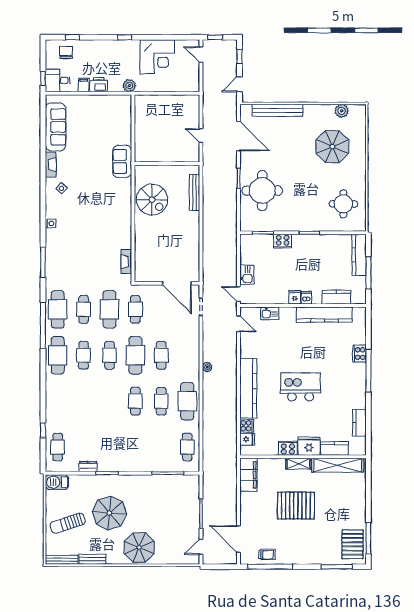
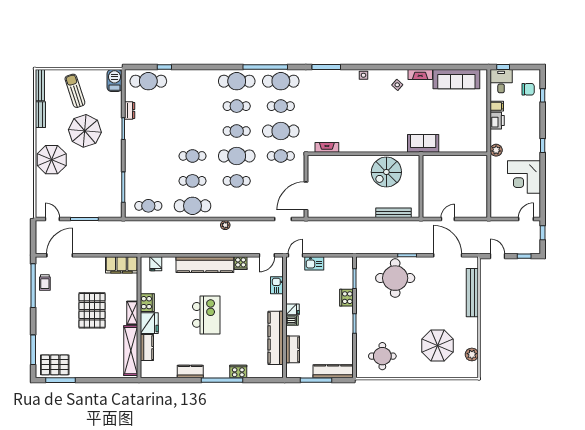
door: (238, 136) -> (448, 255), swing flipped
kitchen counter: (359, 423) -> (190, 372), moved
cooker: (247, 426) -> (241, 263), moved
cafe table: (58, 447) -> (148, 81), width x1.37, depth x1.35

